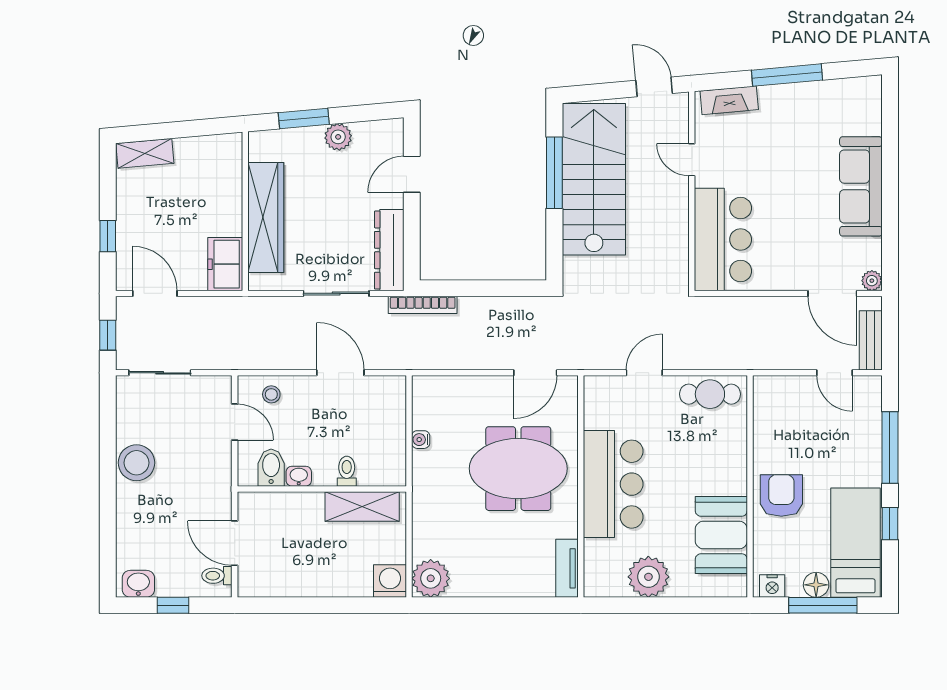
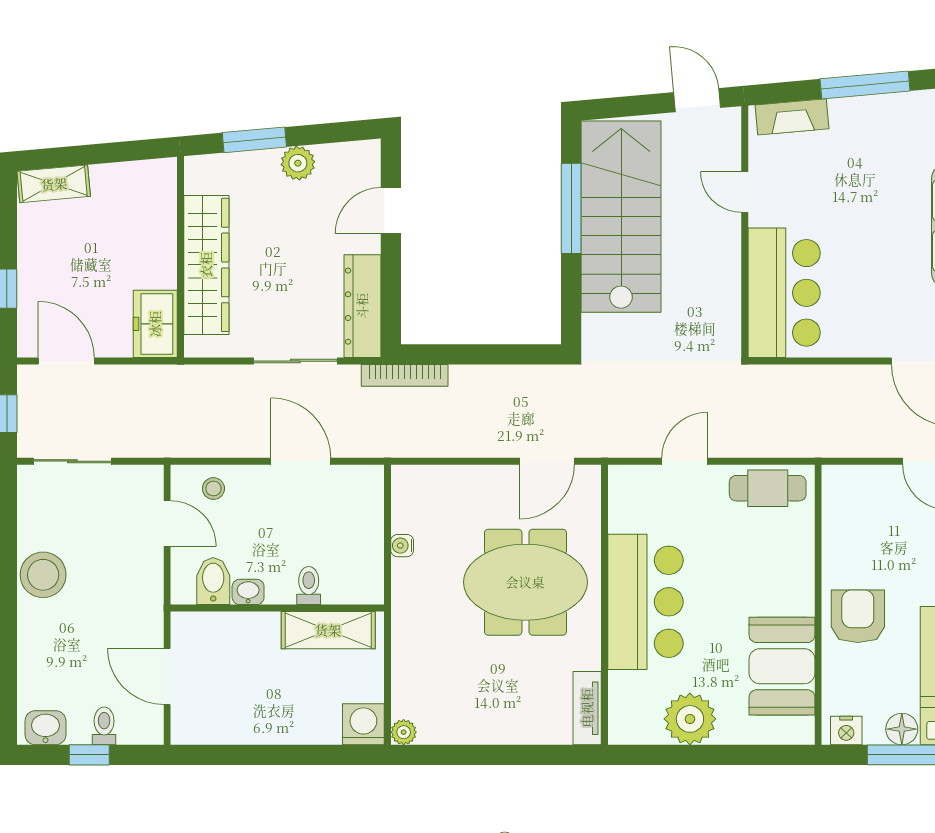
toilet: (217, 576) -> (104, 726), moved, turned 90
plant: (431, 578) -> (404, 732), width x0.53, depth x0.53

